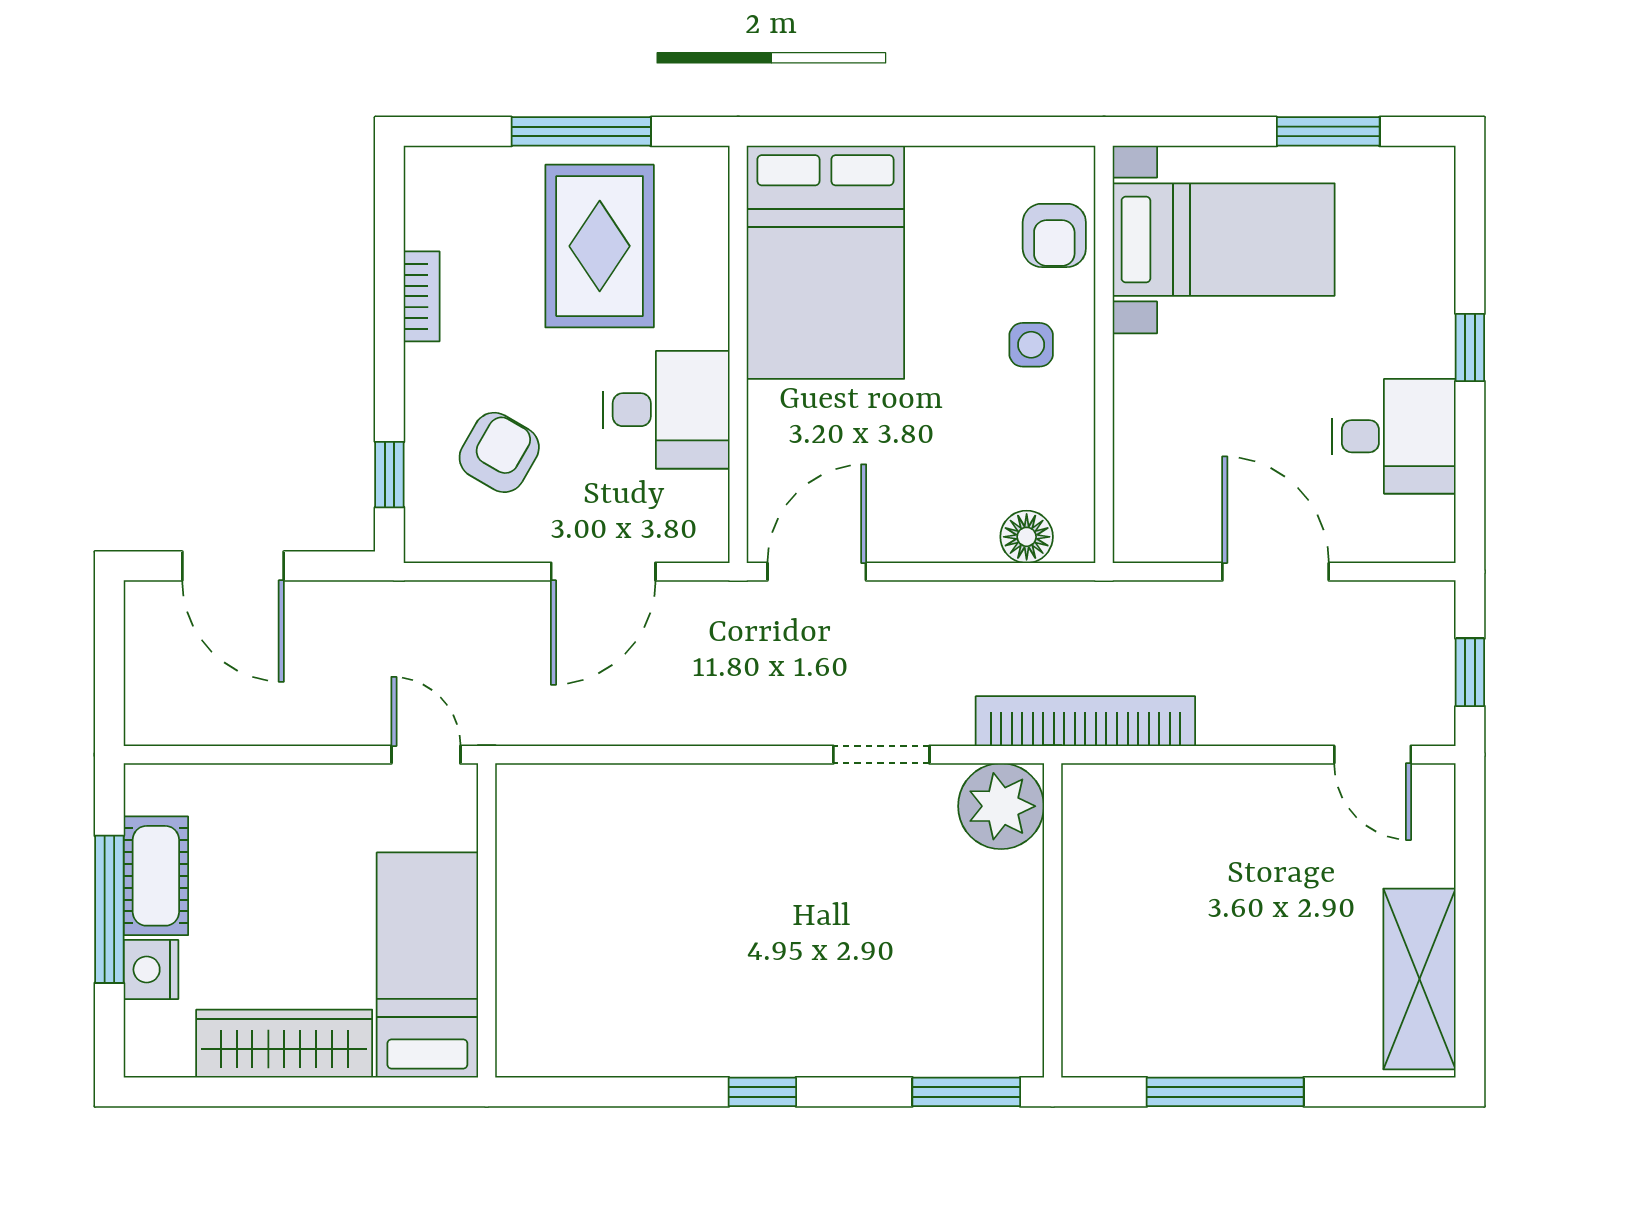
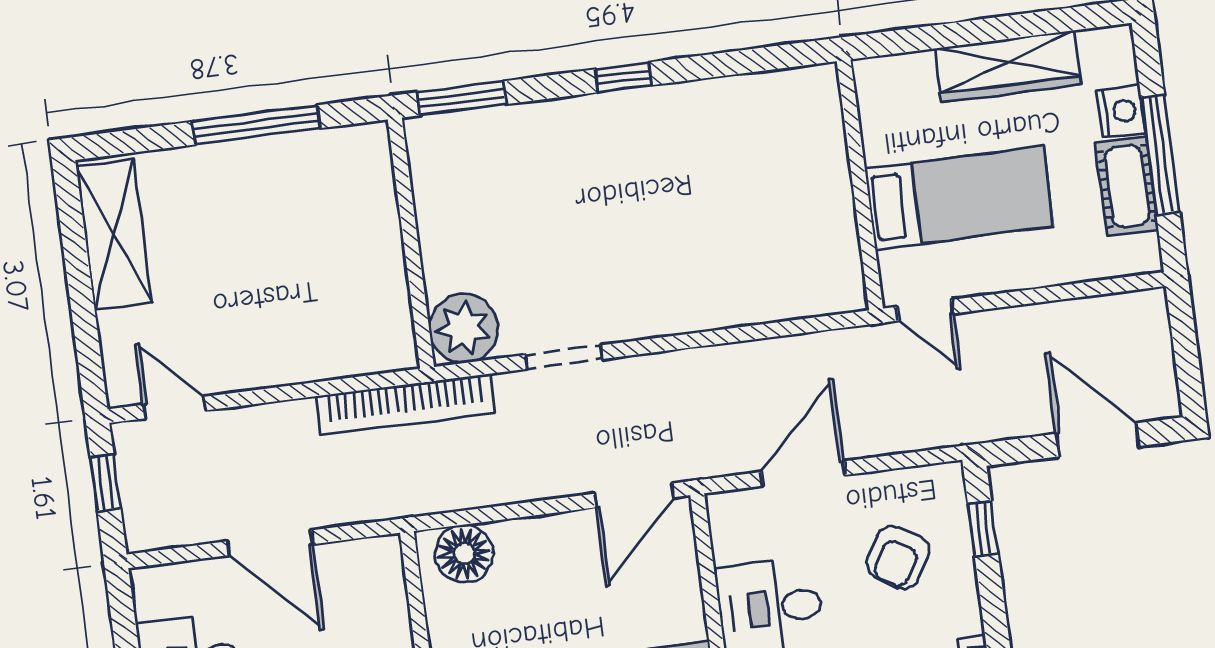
floor lamp: (1027, 537) -> (464, 554), width x1.38, depth x1.38
bed: (427, 965) -> (959, 198), moved, turned -90

